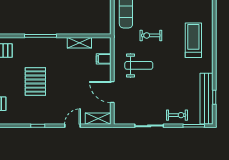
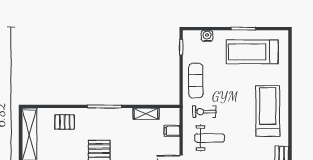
exercise bike: (151, 35) -> (204, 112), moved
treadmill: (193, 40) -> (268, 111), width x1.37, depth x1.38

